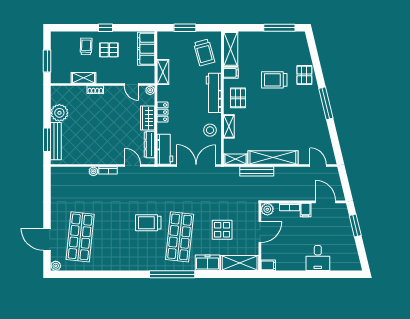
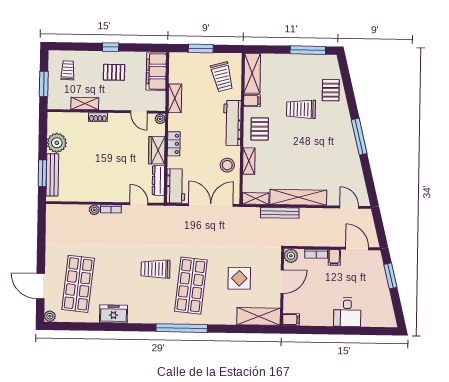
trolley: (86, 46) -> (68, 70), moved
pallet: (304, 75) -> (331, 90), moved
freezer: (207, 263) -> (113, 314), moved

